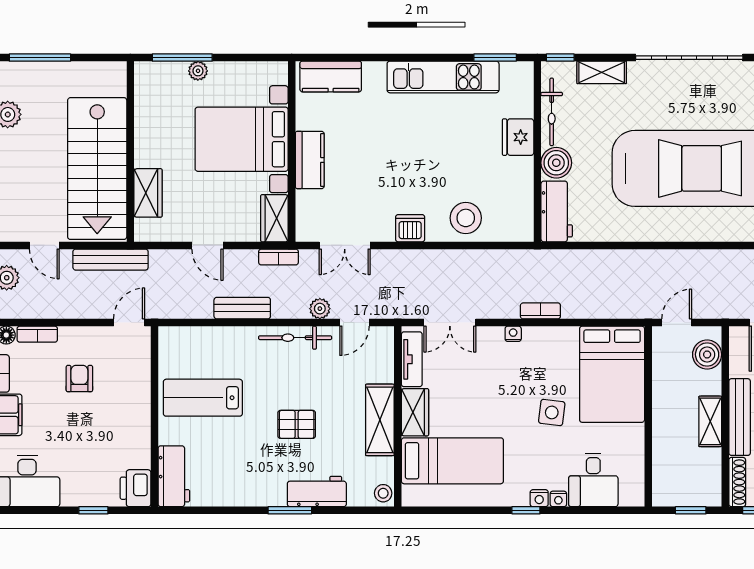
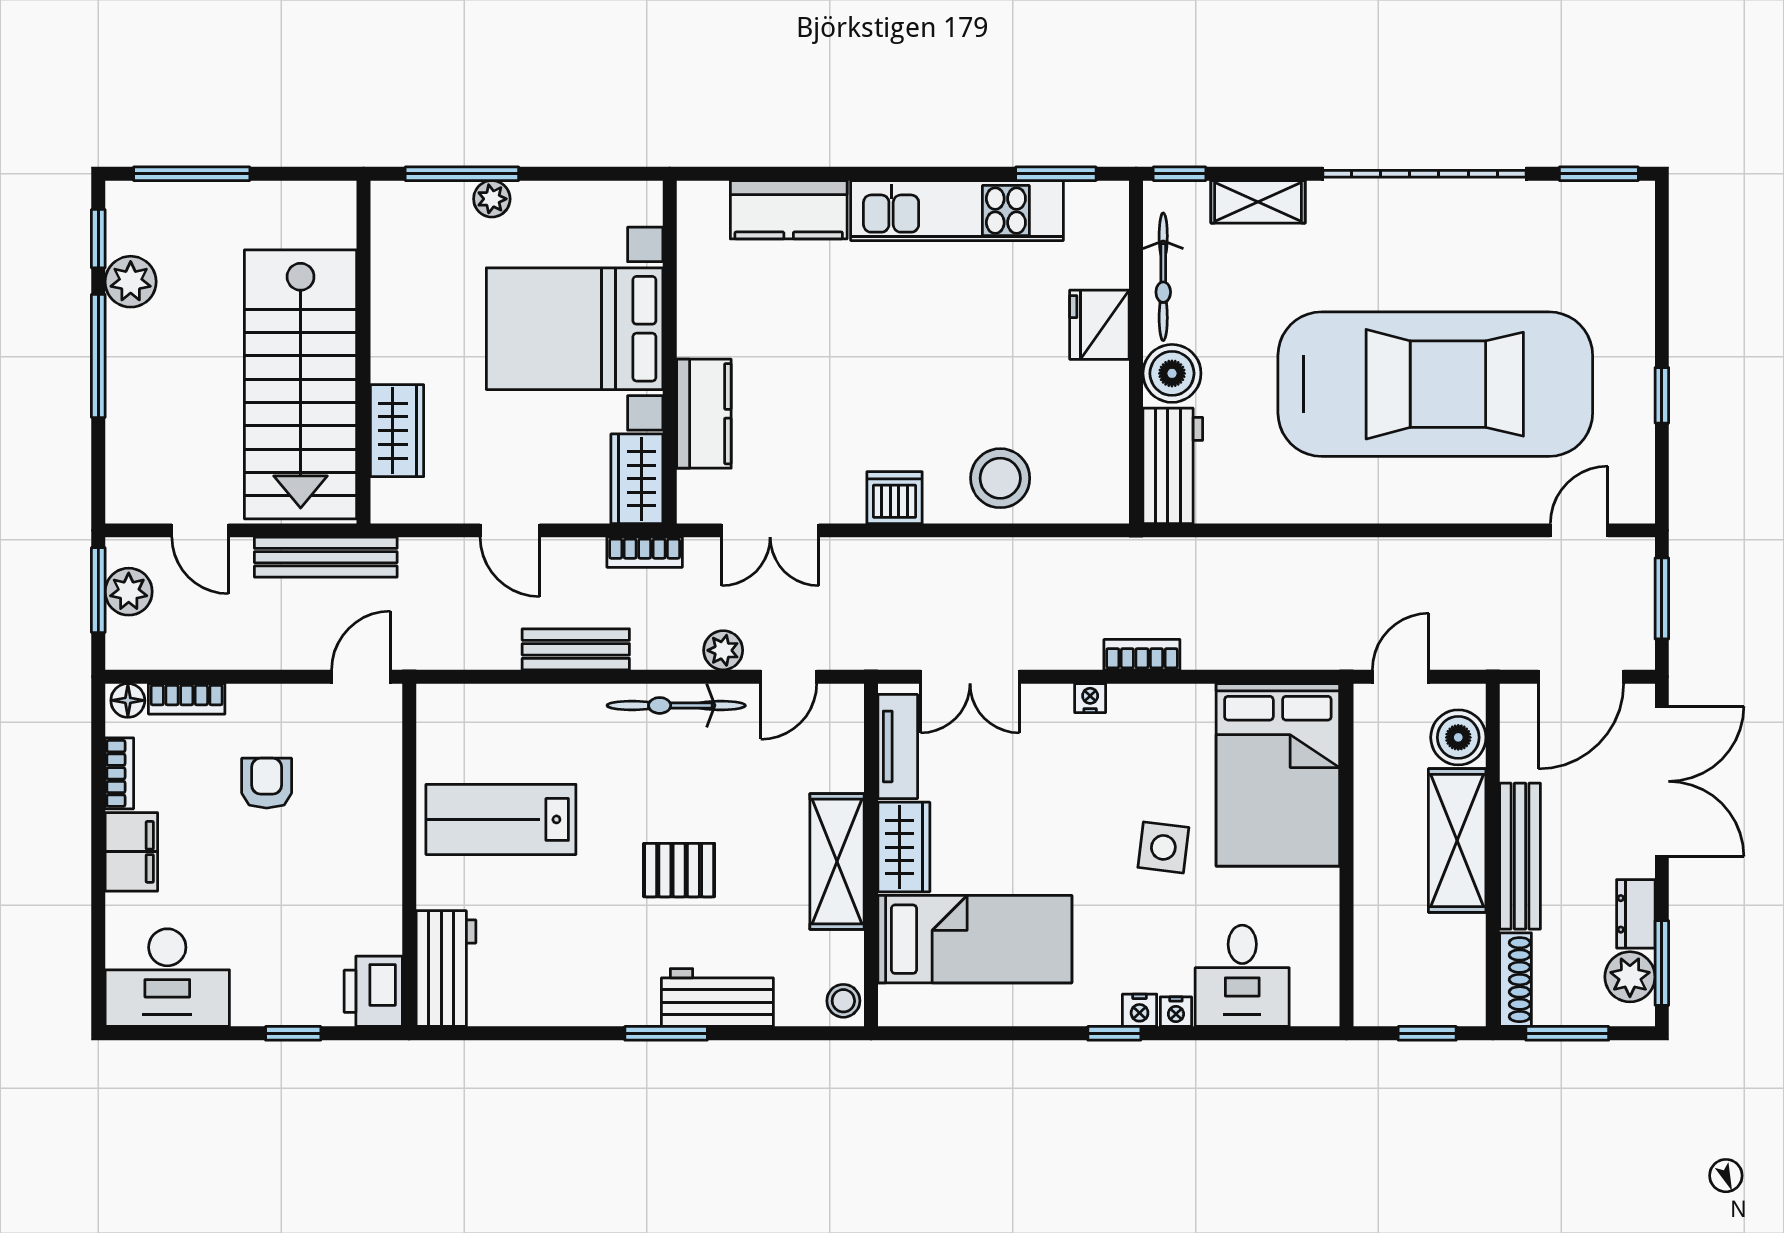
kitchen counter: (331, 77) -> (789, 210), moved
kitchen counter: (310, 160) -> (704, 414), moved
shelving: (710, 421) -> (1457, 840), width x1.50, depth x1.33

